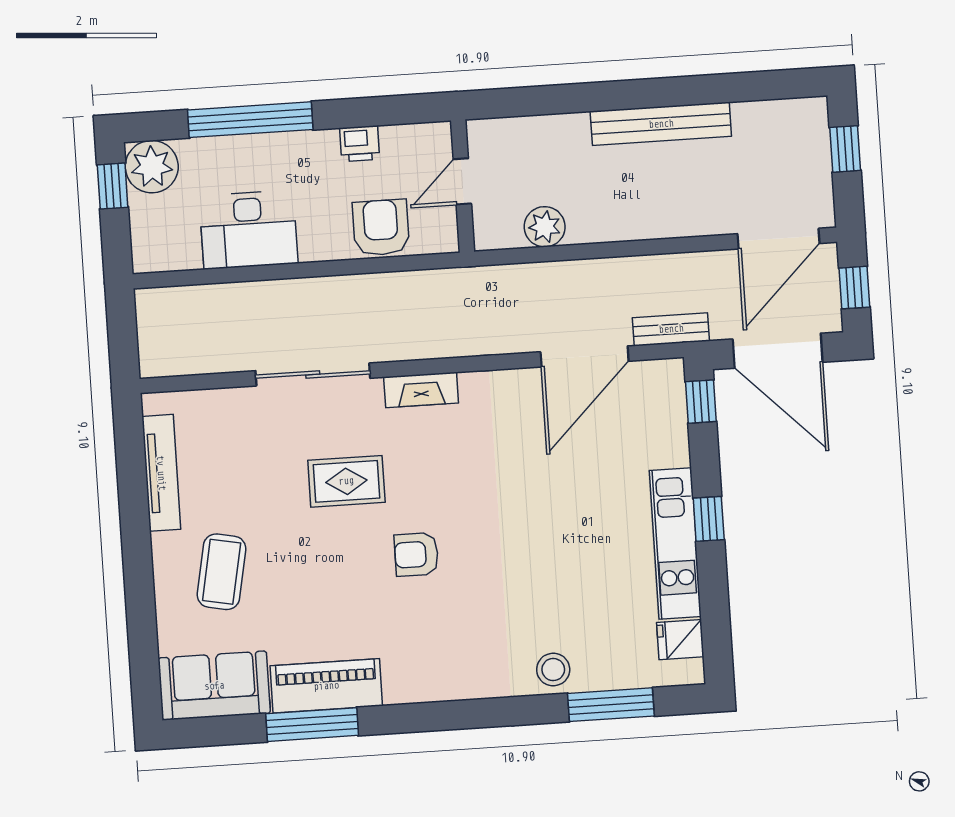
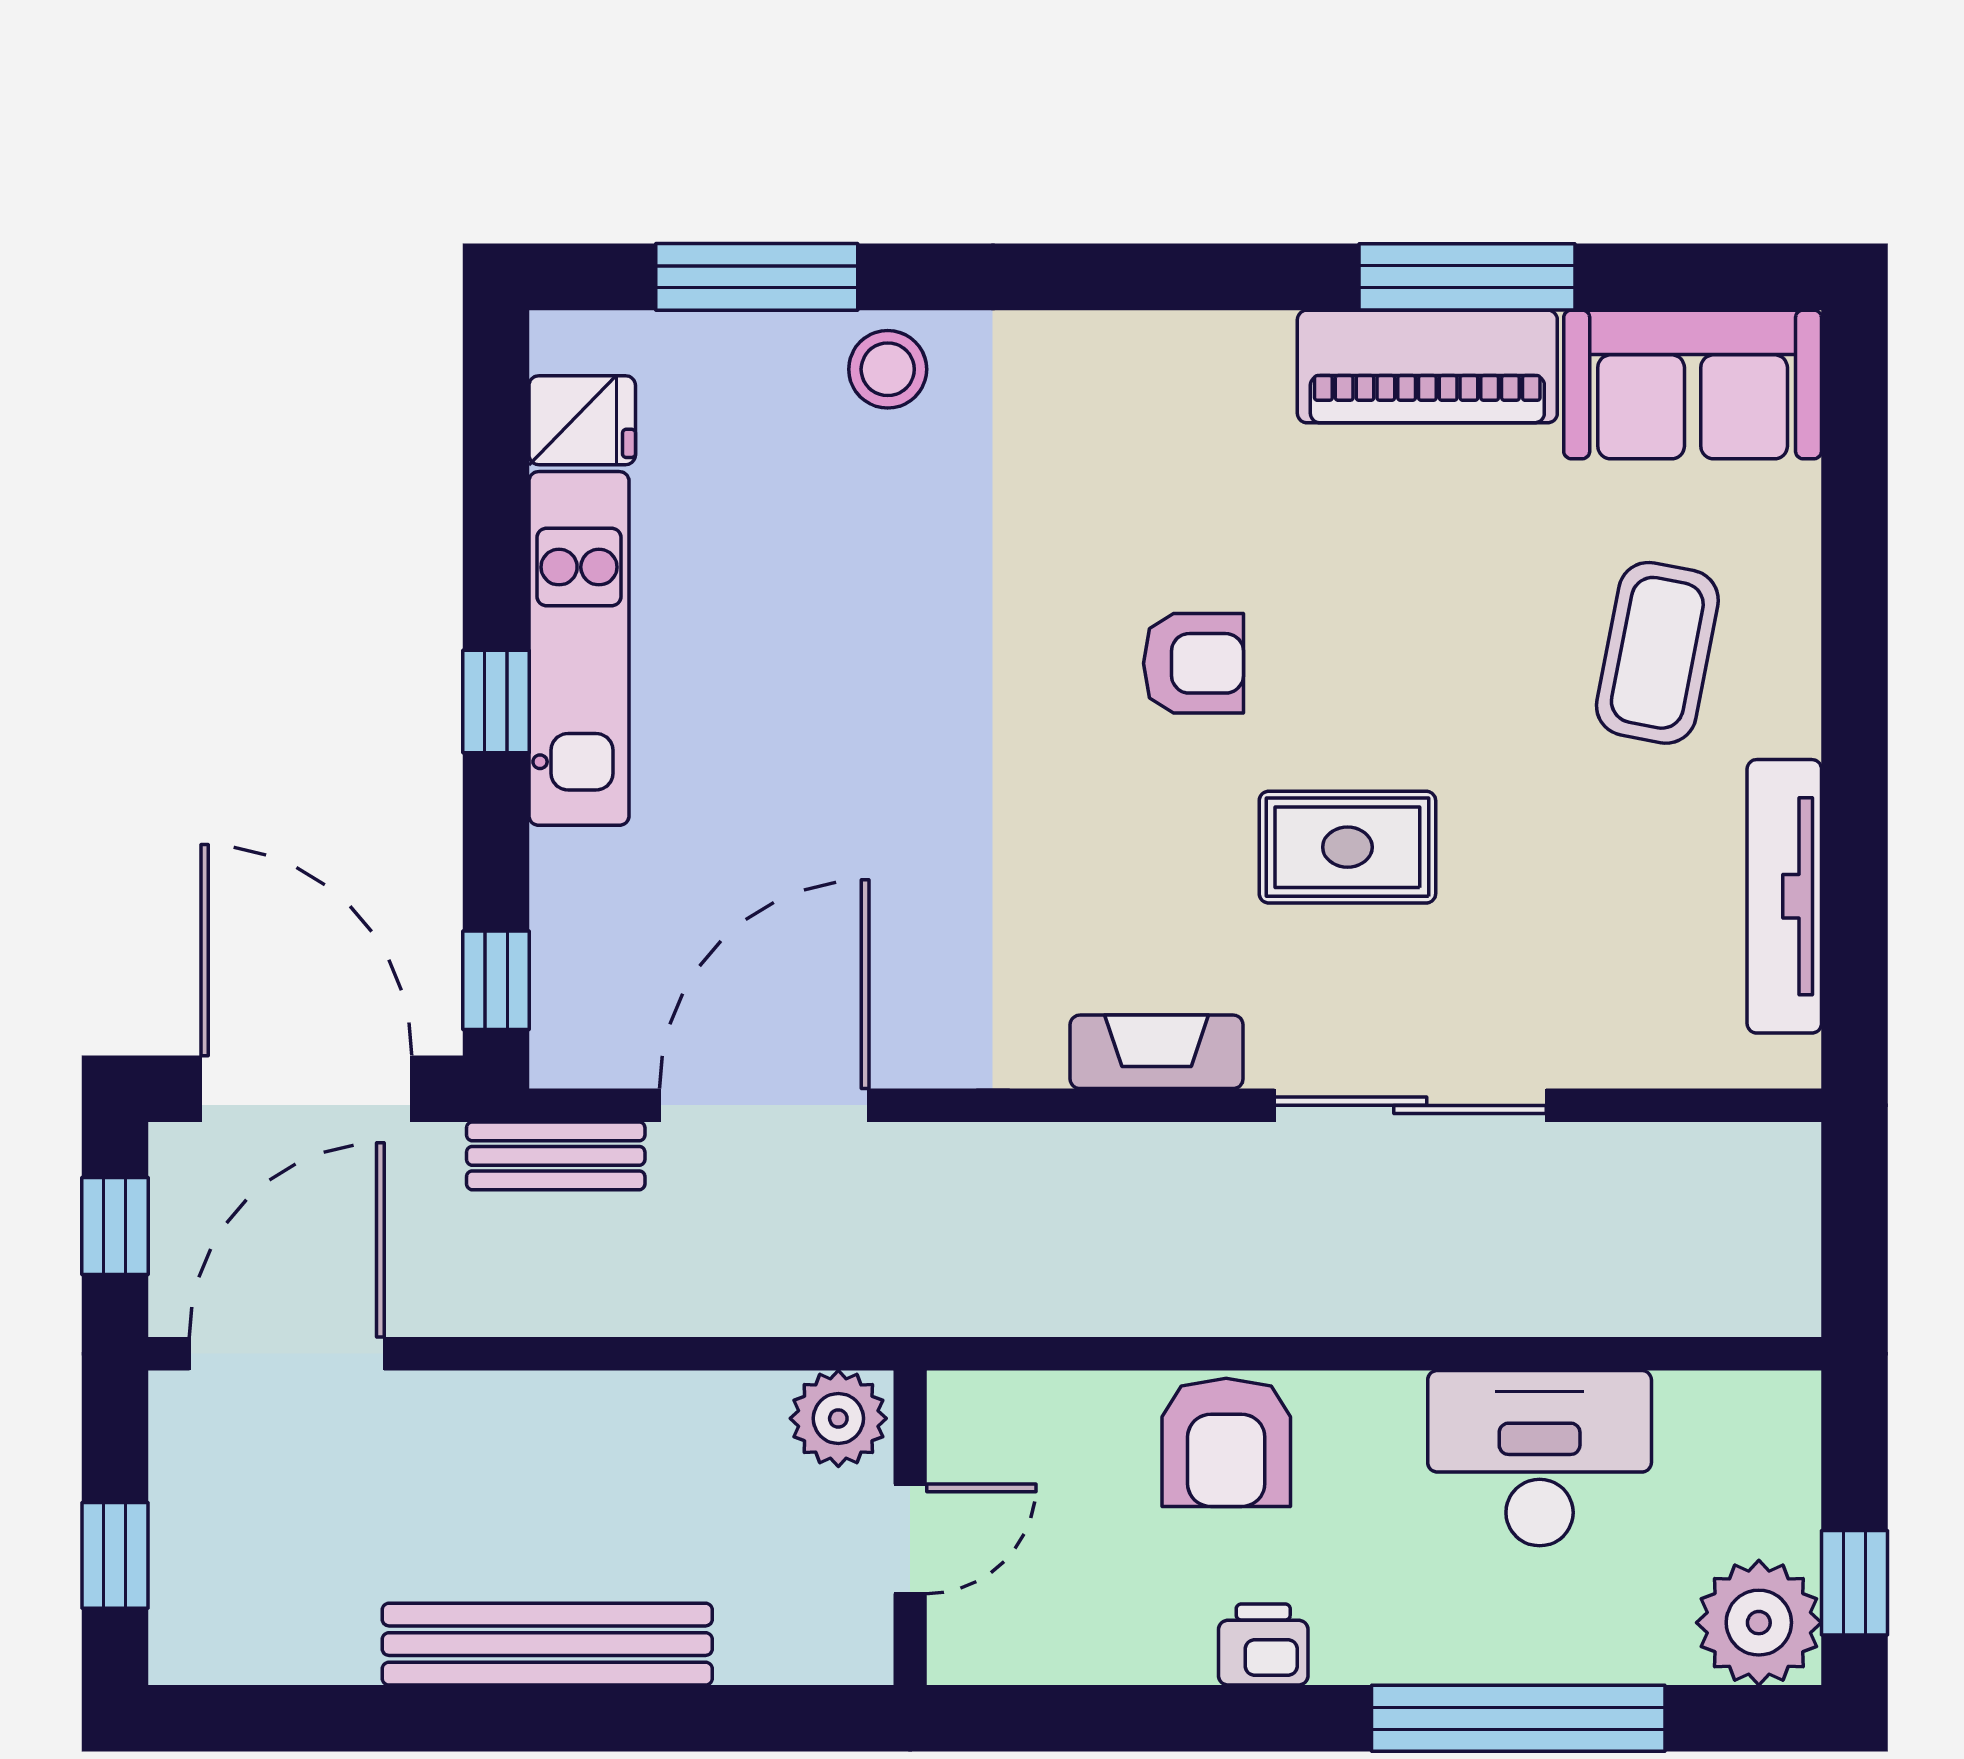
door: (462, 181) -> (910, 1539), moved
wall: (463, 186) -> (910, 1528), moved

